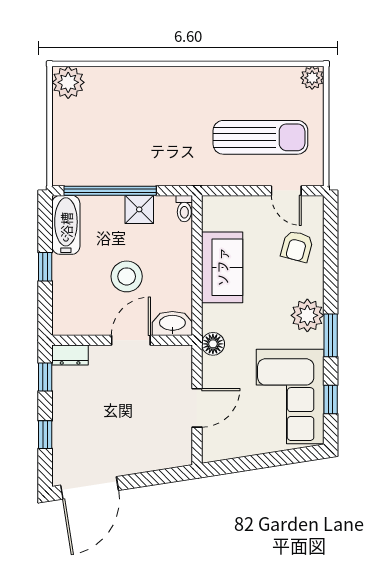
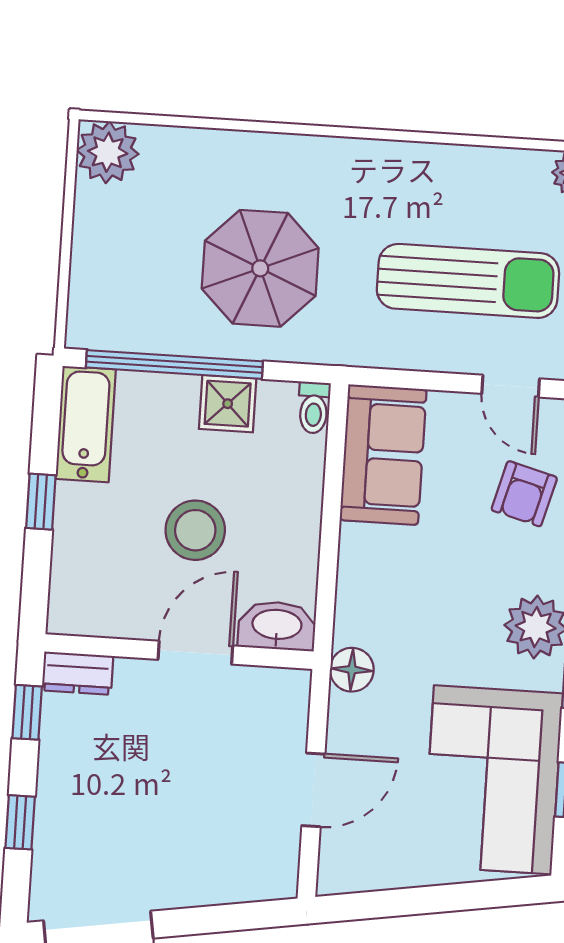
parasol: (152, 138) -> (260, 268), added
sofa: (222, 267) -> (383, 455), moved

